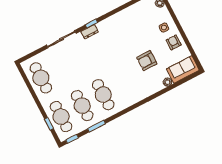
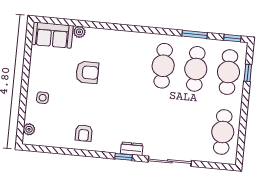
armchair: (174, 42) -> (84, 133), moved

